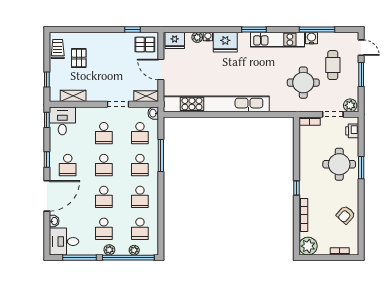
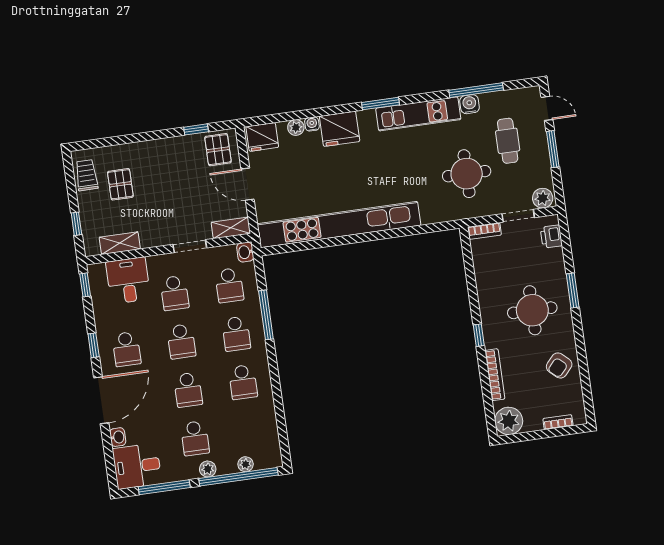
pallet: (145, 44) -> (218, 150), turned 90
desk: (62, 121) -> (128, 280), moved
round table: (339, 164) -> (532, 310), moved
school desk: (140, 229) -> (250, 430), removed

